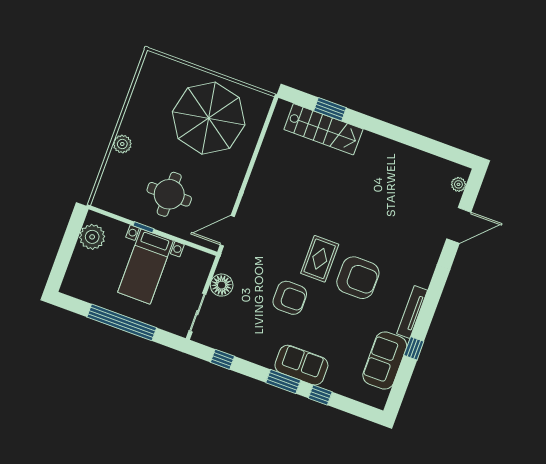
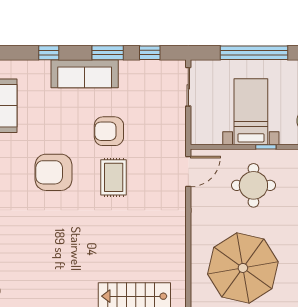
rug: (320, 259) -> (114, 177), moved
floor lamp: (222, 285) -> (175, 120), removed
sofa: (301, 365) -> (85, 74), width x1.36
window: (283, 382) -> (108, 53), moved

